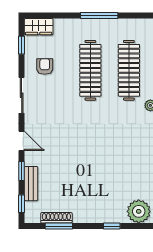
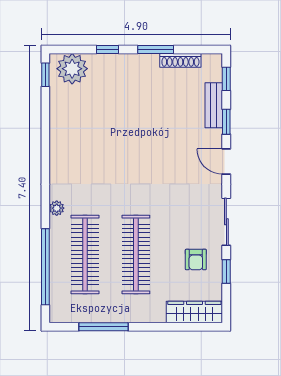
window: (99, 15) -> (103, 327), moved
wardrobe: (39, 27) -> (194, 312), width x1.50
window: (22, 45) -> (226, 272), moved
window: (59, 226) -> (156, 49), moved

